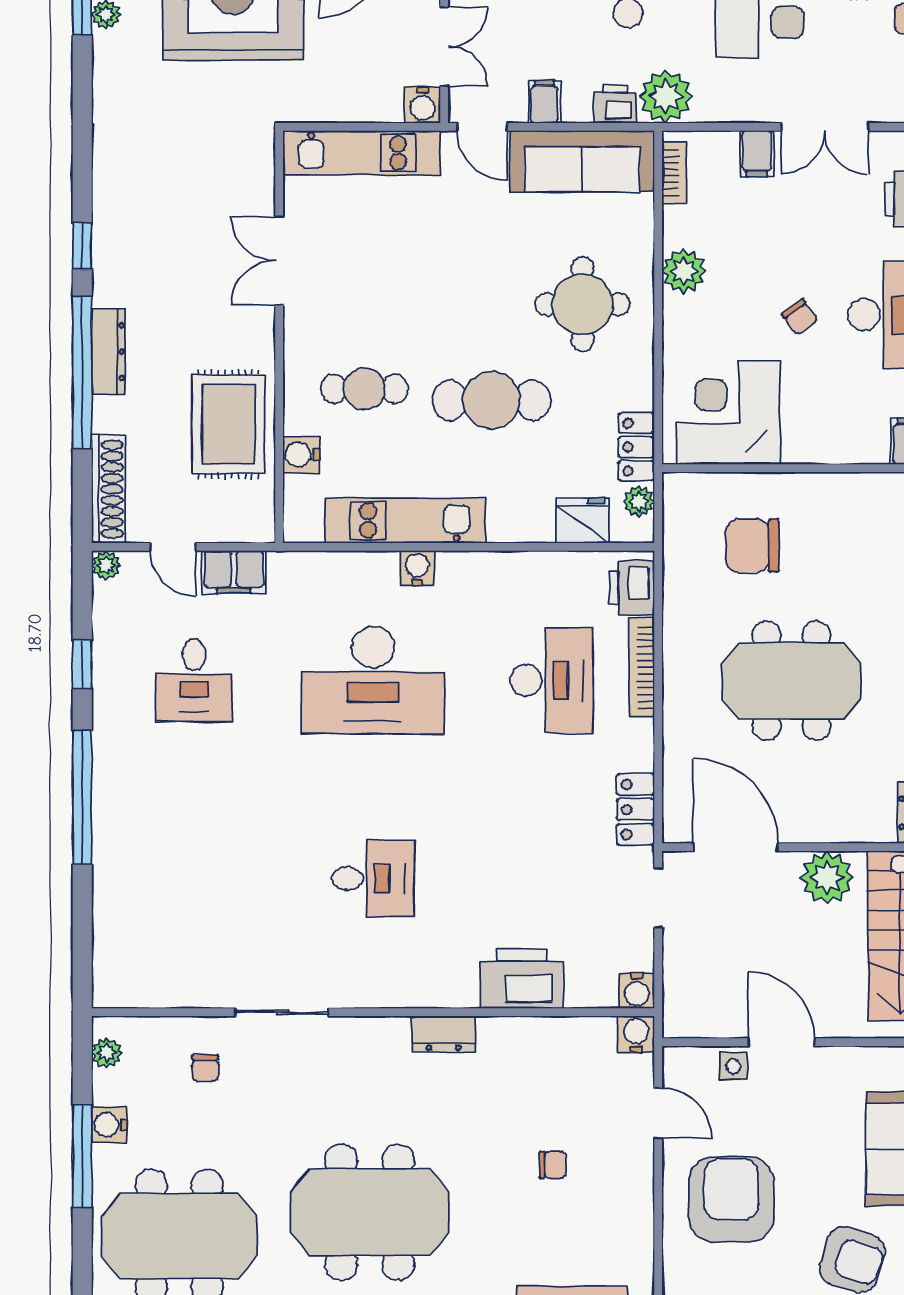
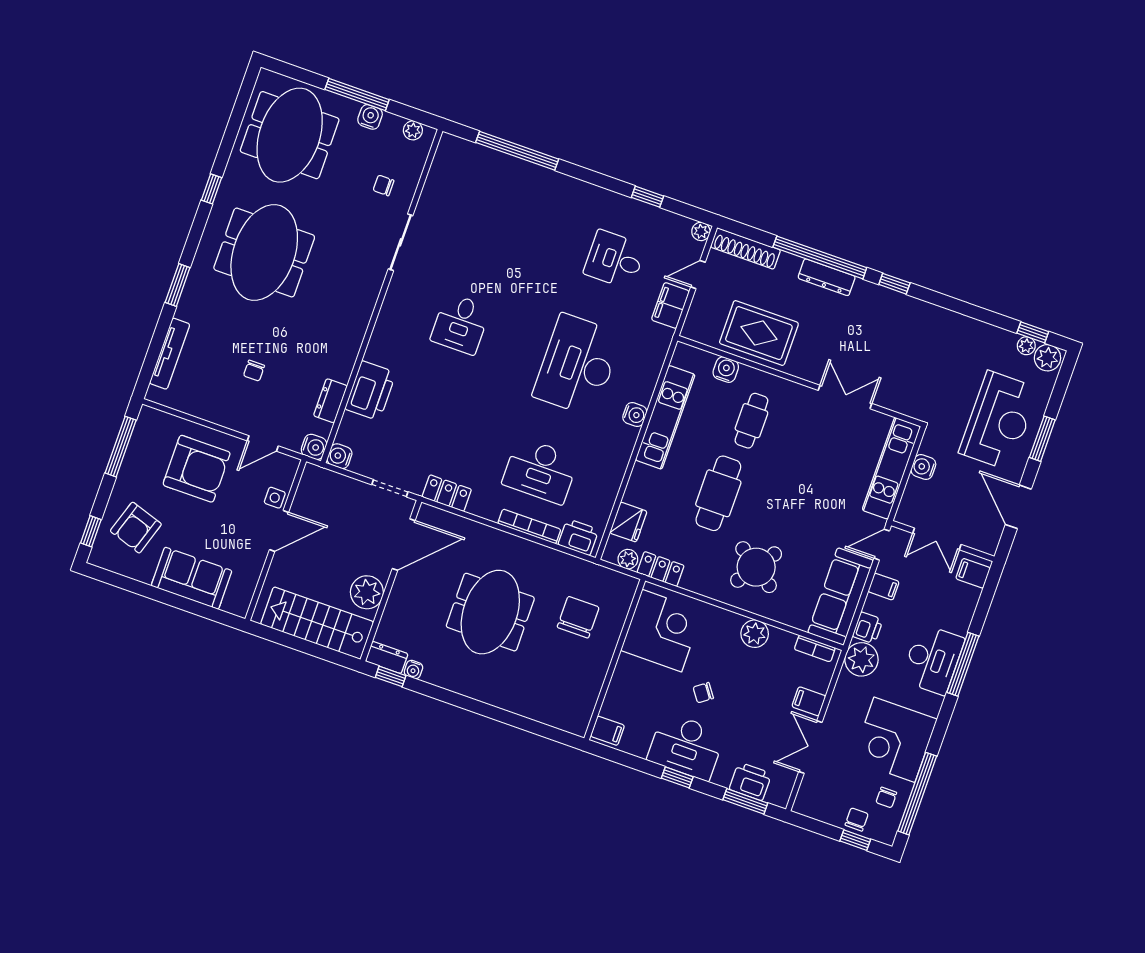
water cooler: (423, 105) -> (923, 467), moved
round table: (583, 304) -> (756, 567), turned 35
window: (82, 797) -> (517, 151), moved
dresser: (444, 1034) -> (330, 401), moved

